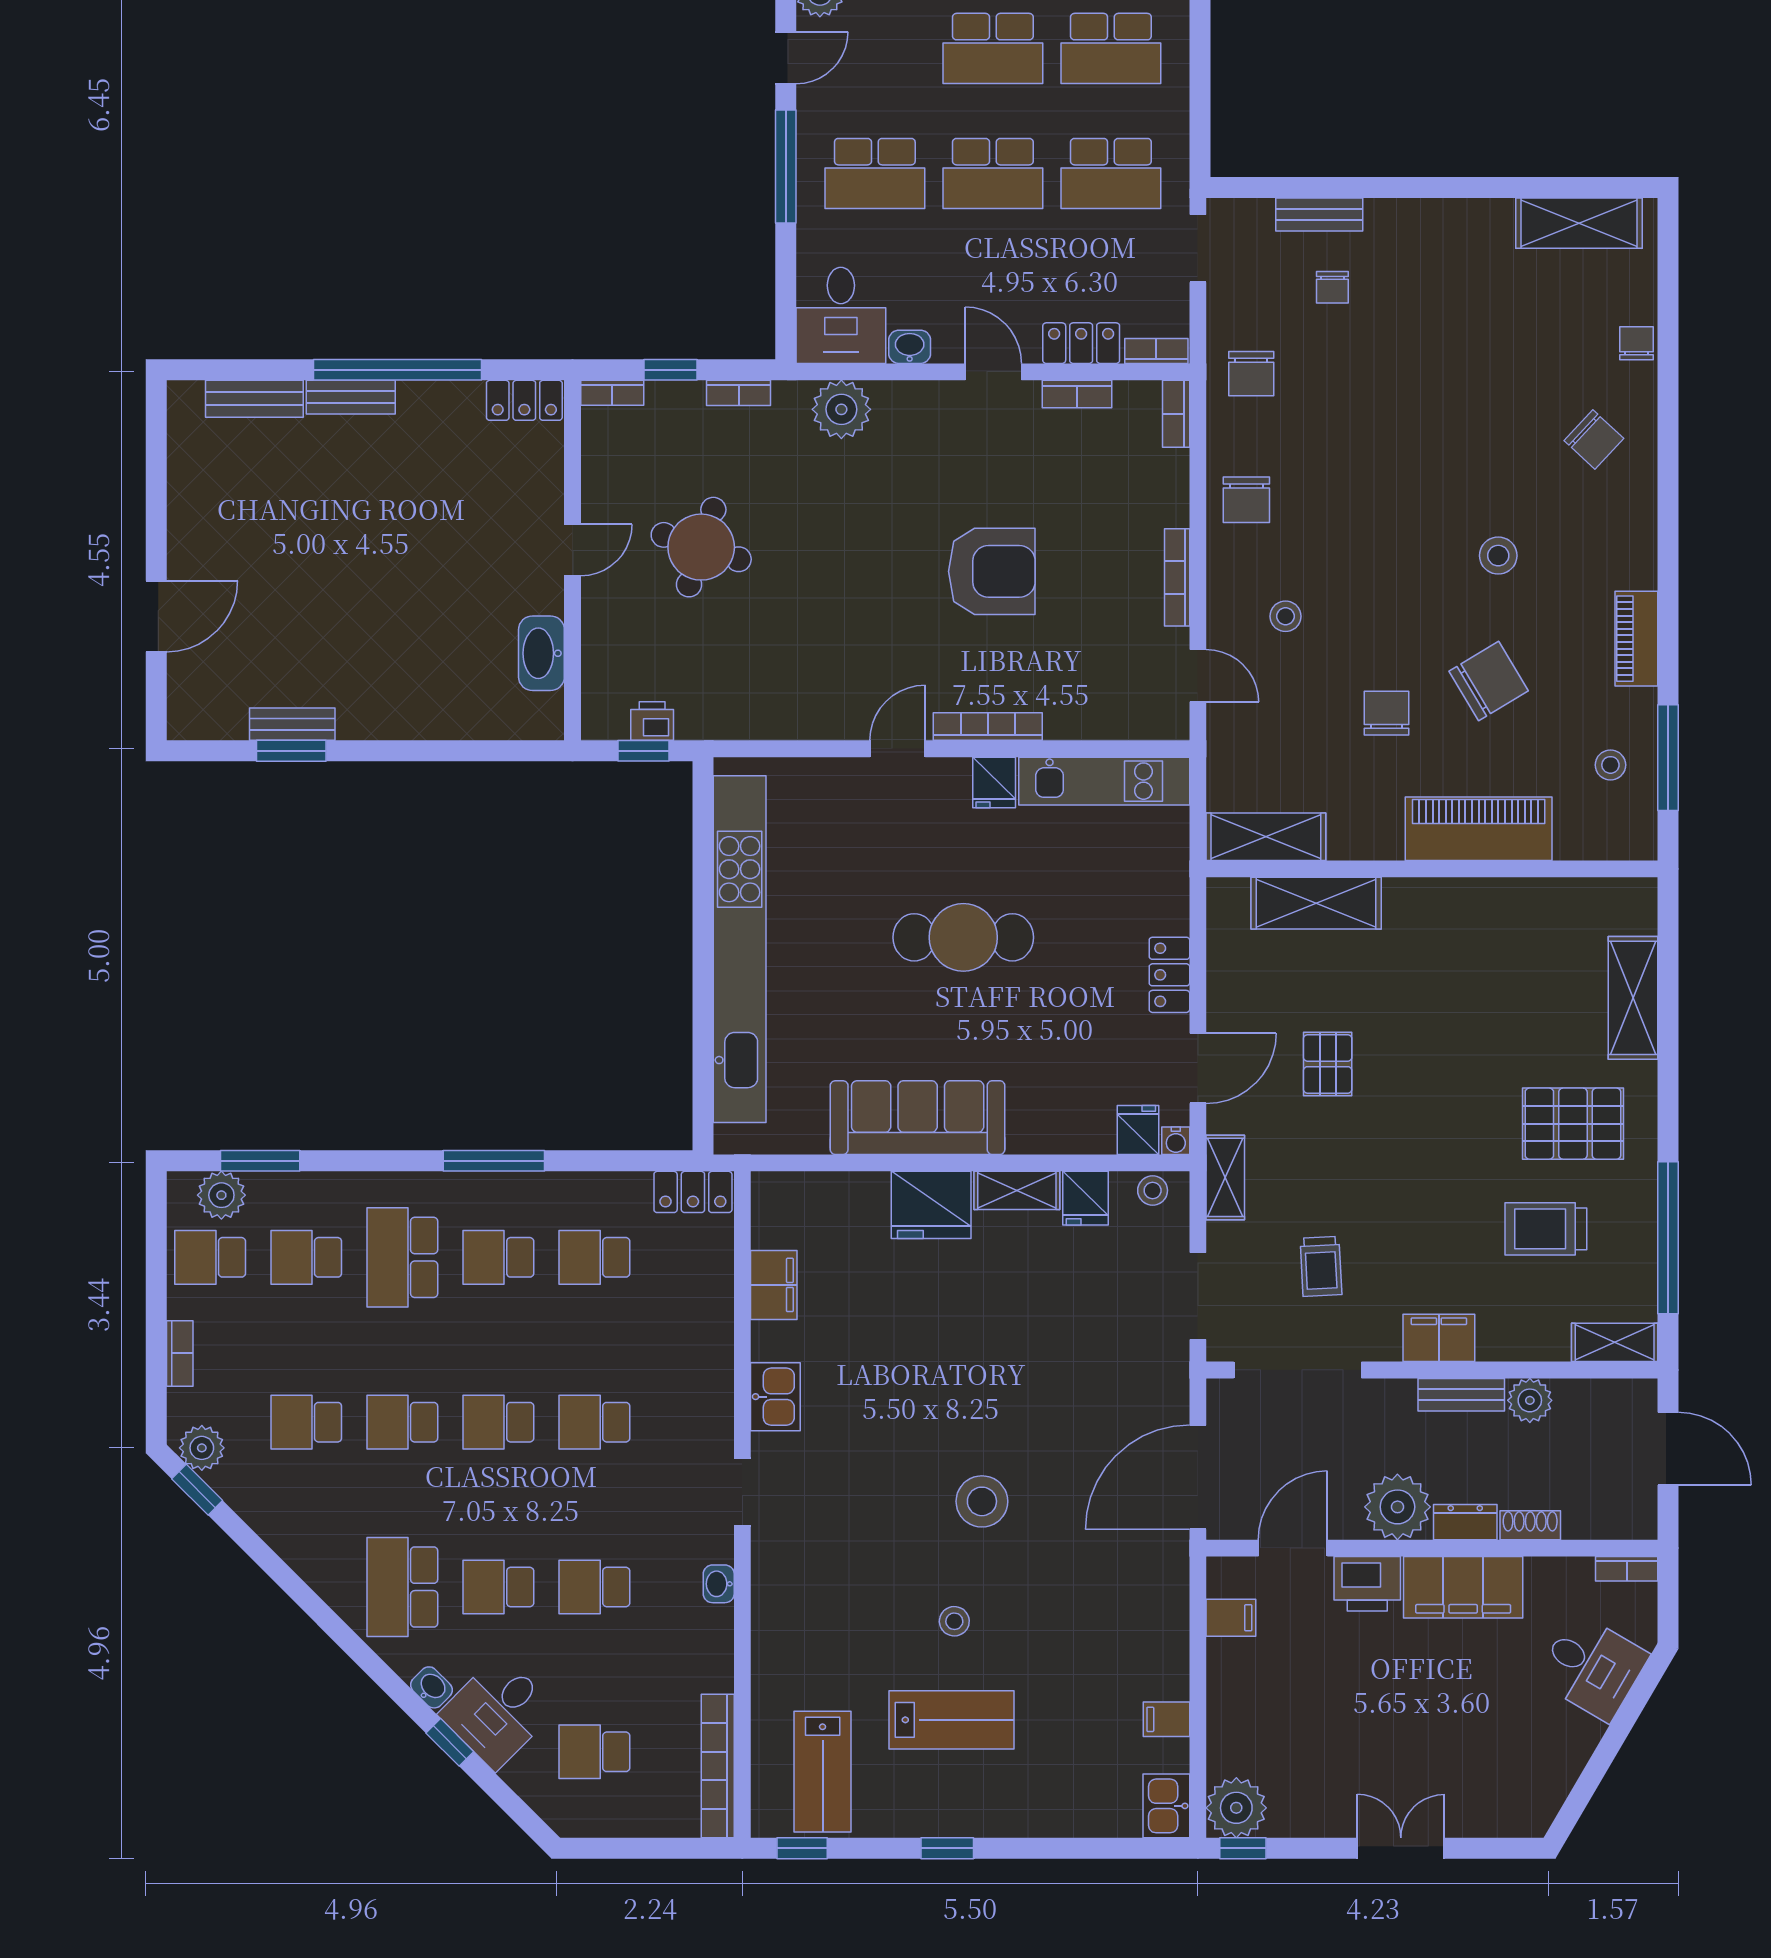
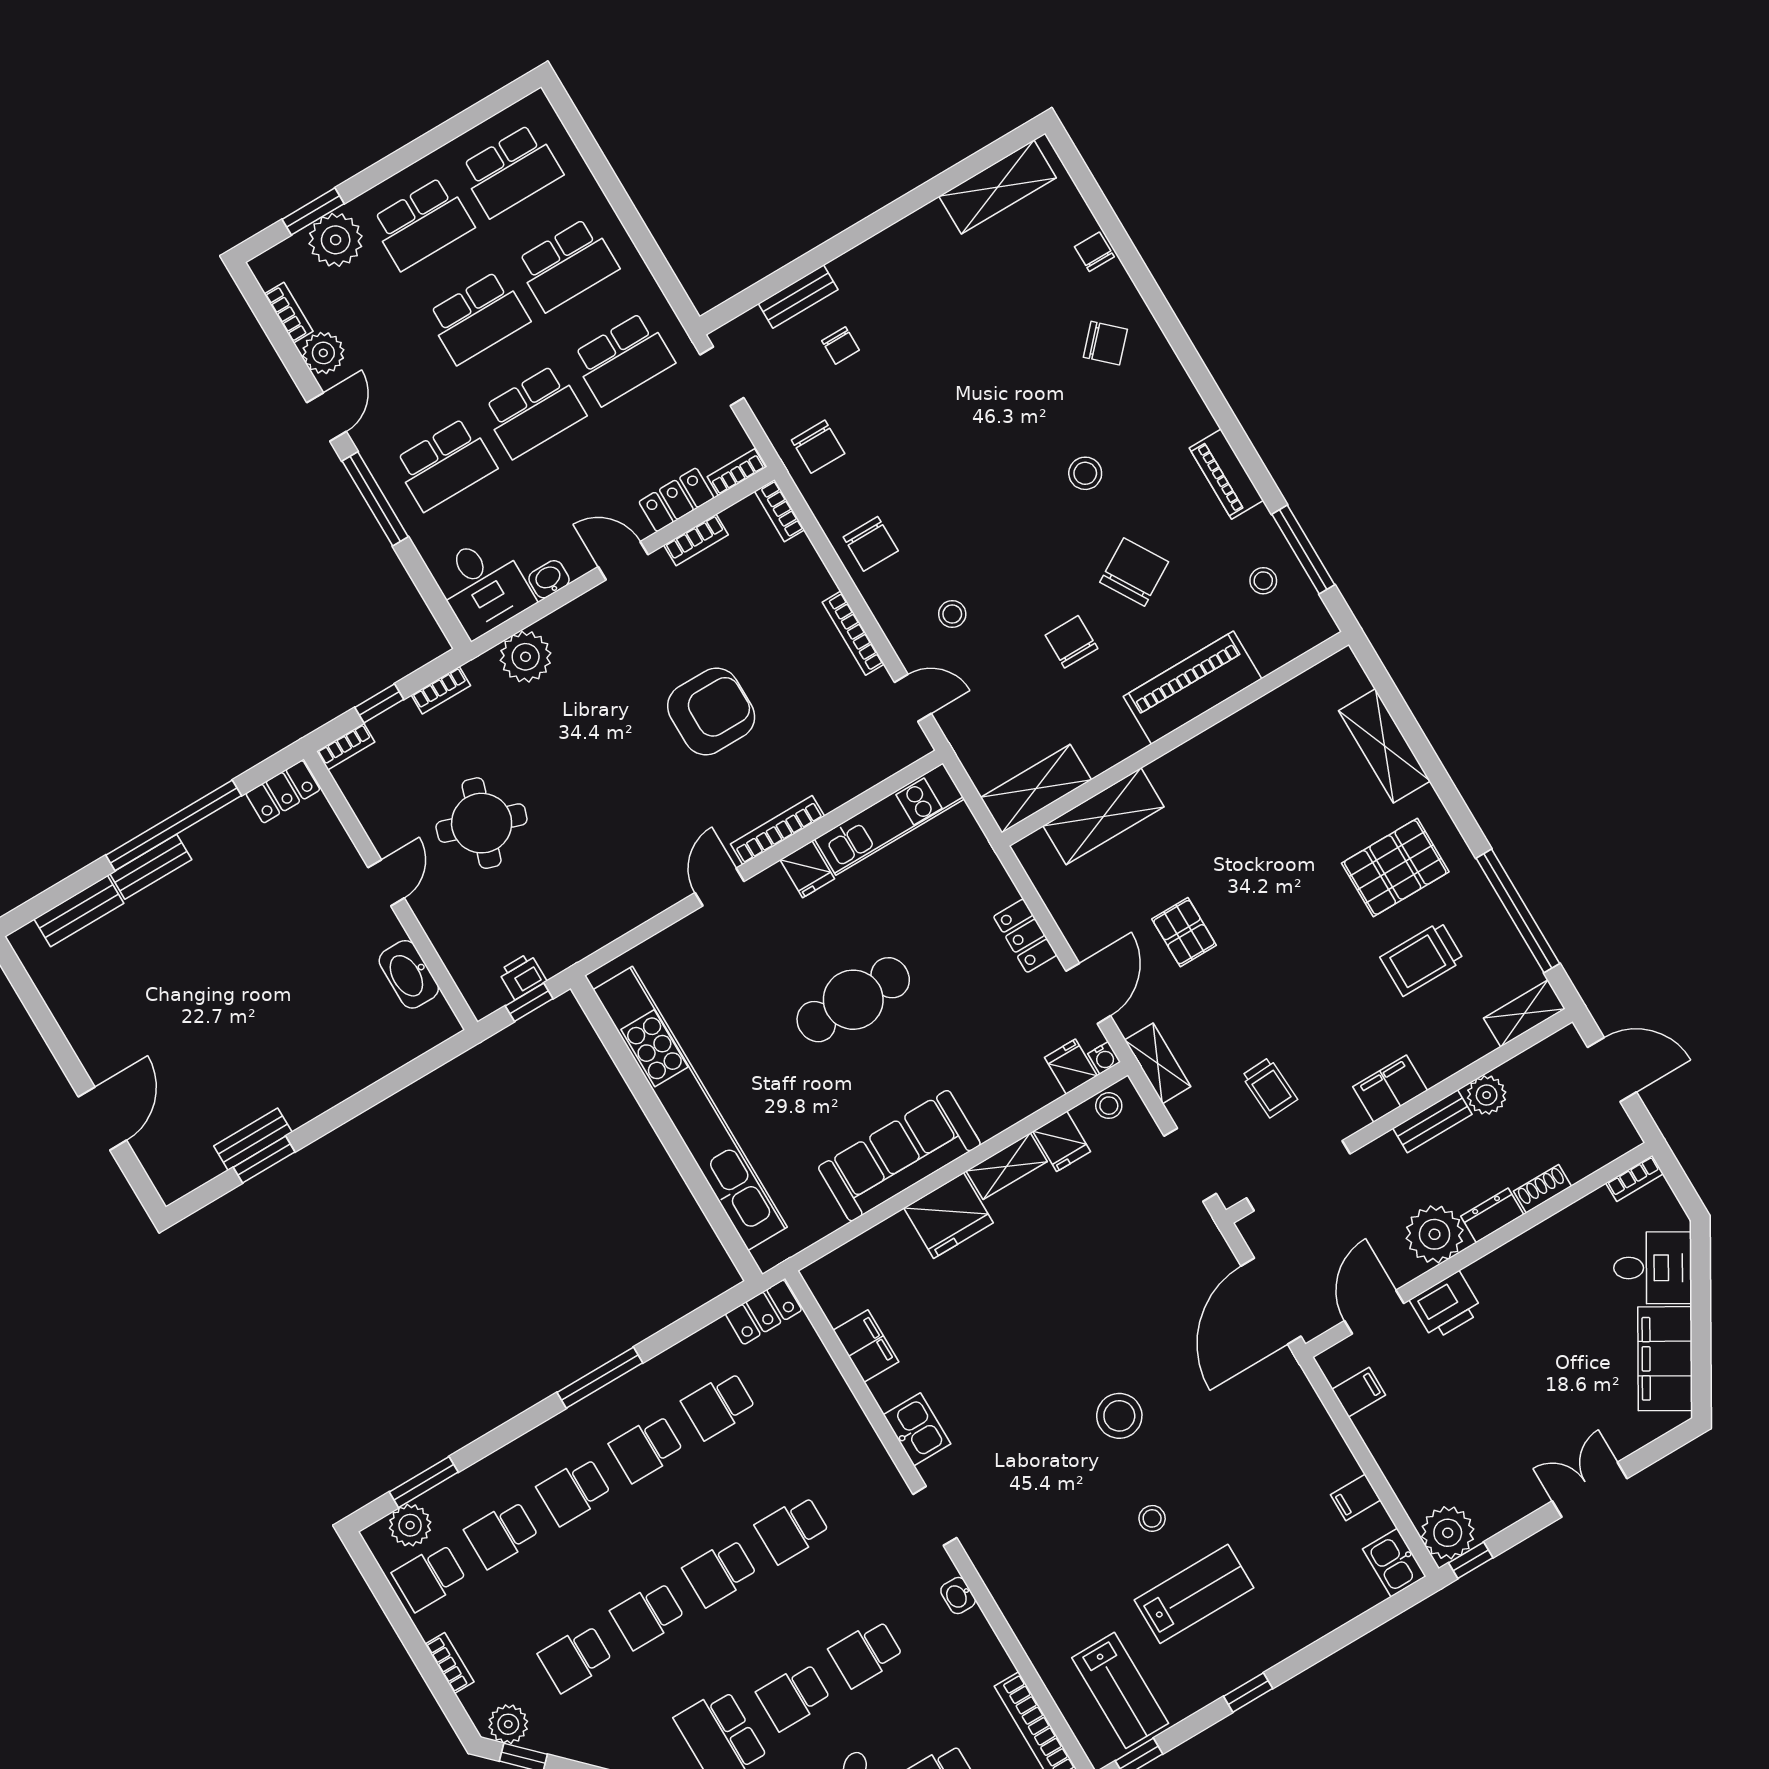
school desk: (402, 1257) -> (574, 1491), width x0.54
filing cabinet: (1463, 1587) -> (1665, 1359), moved, turned 120

